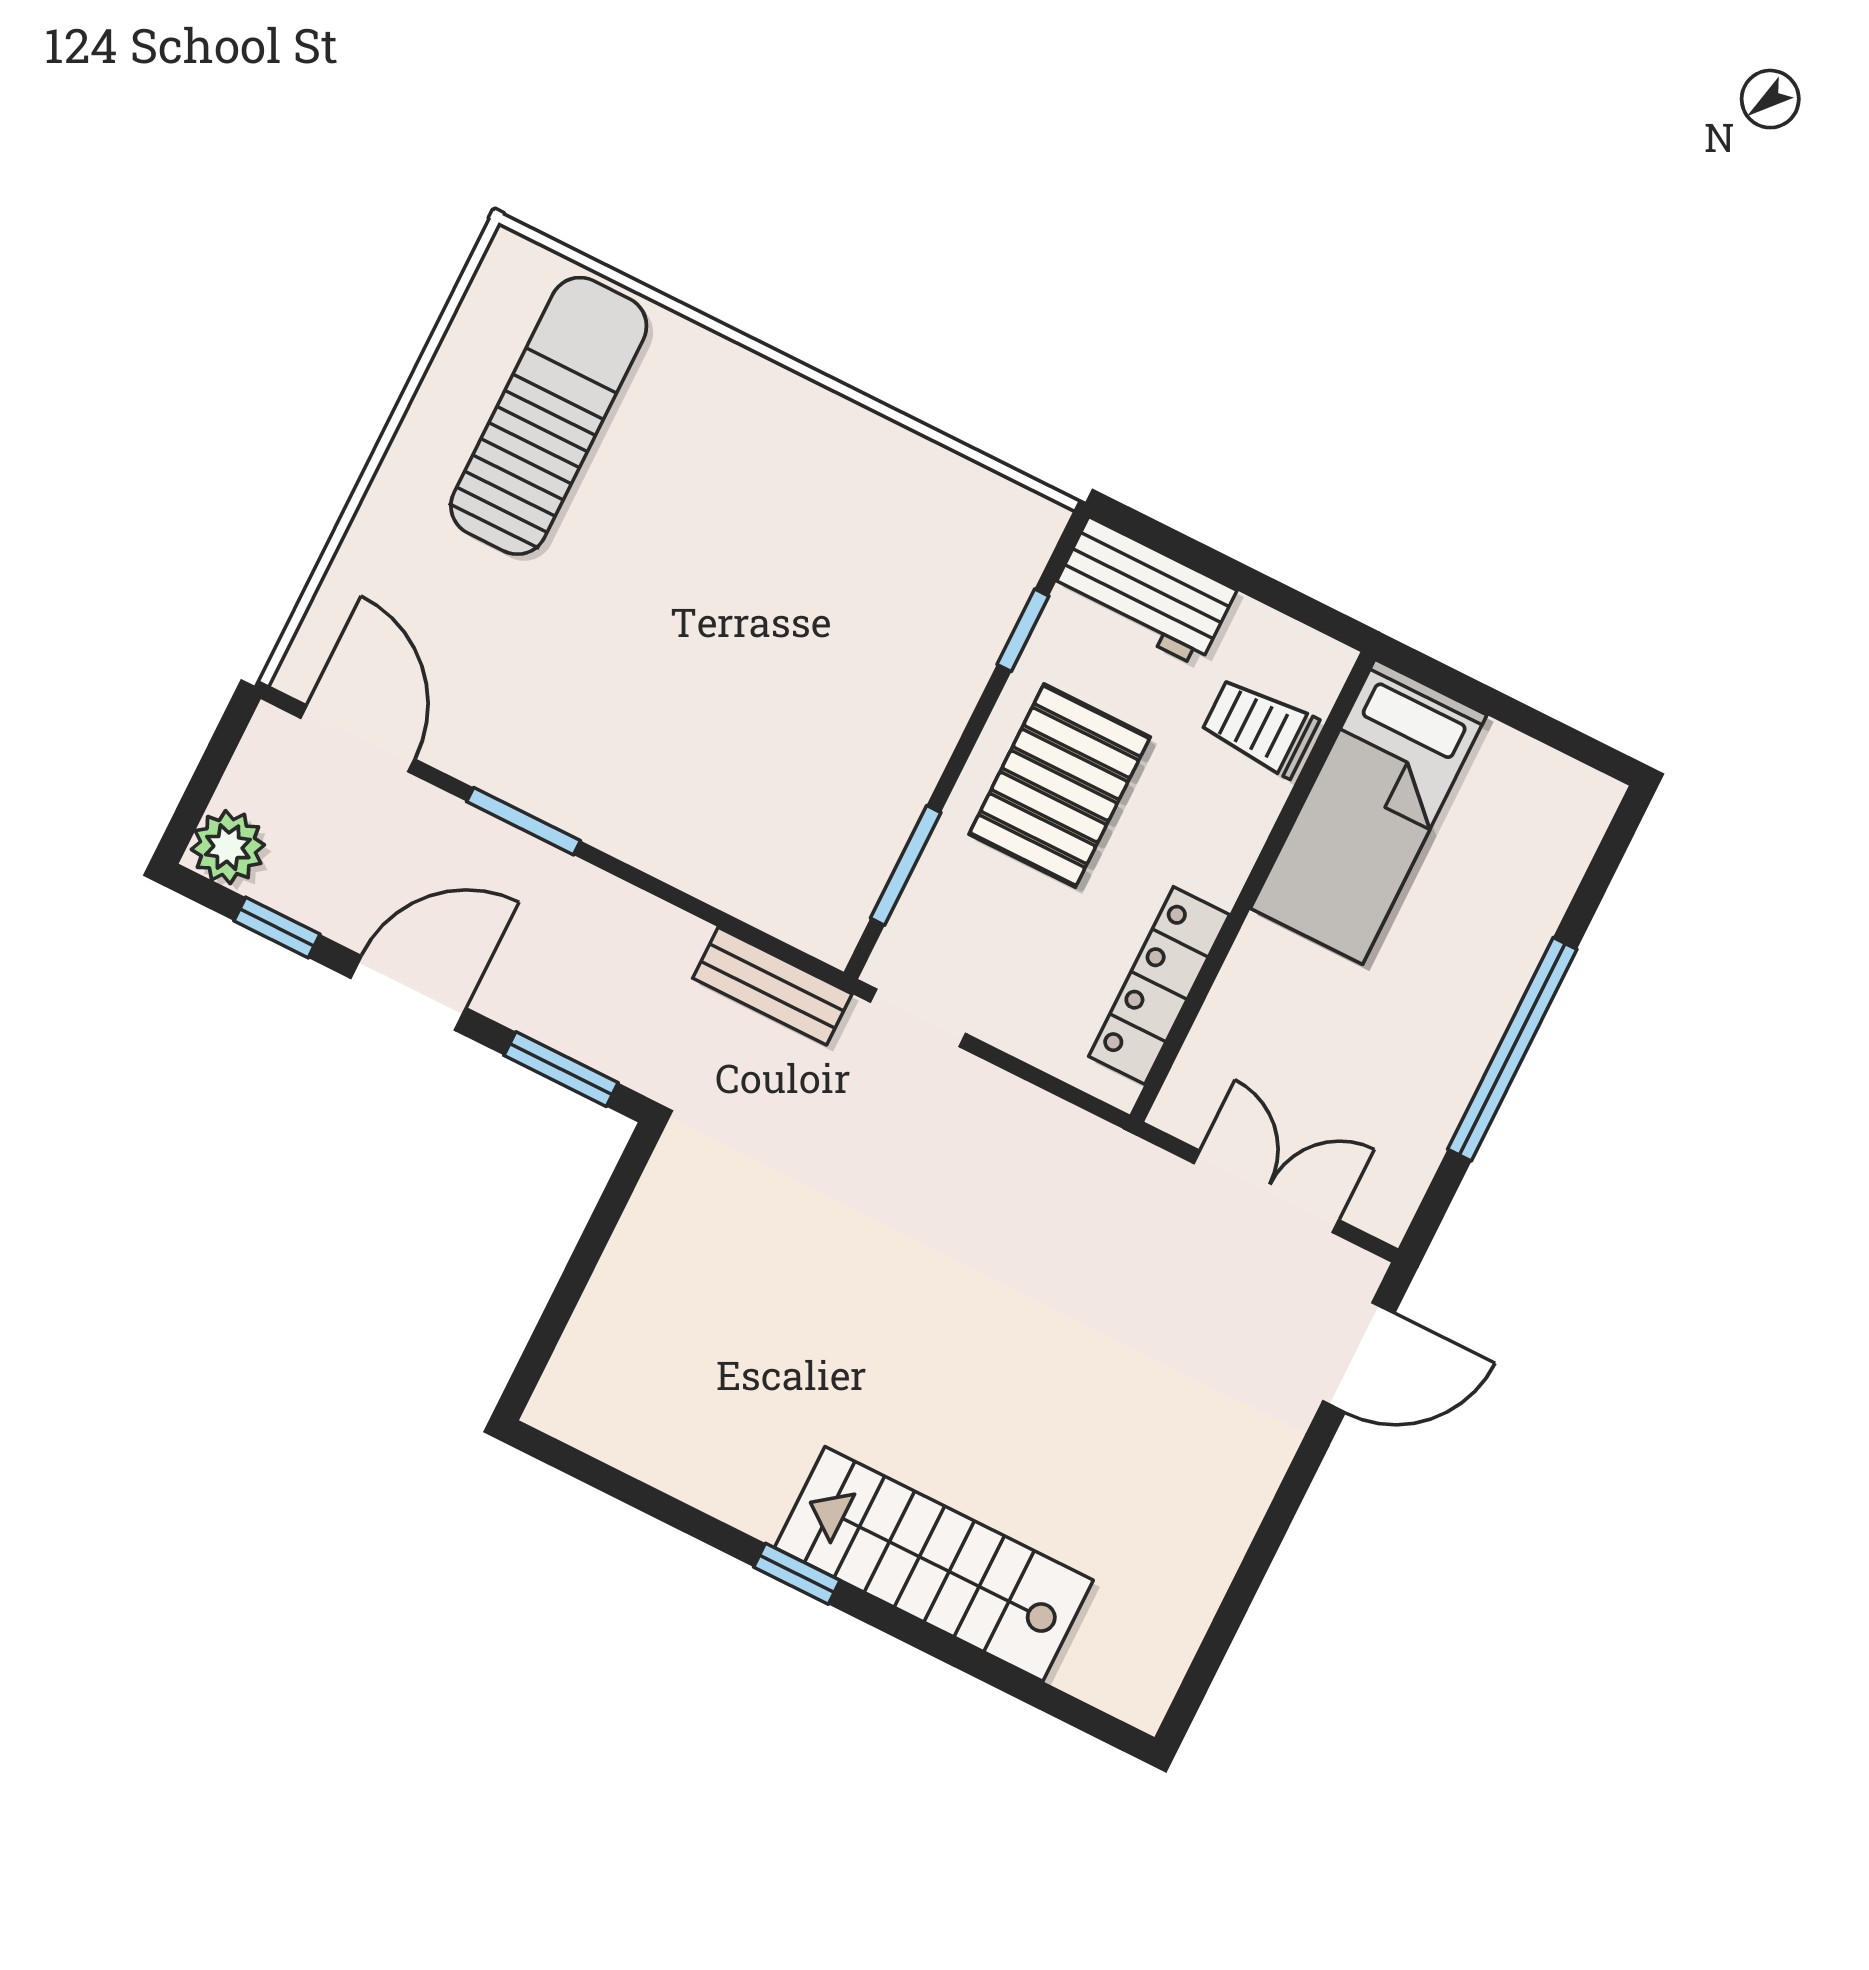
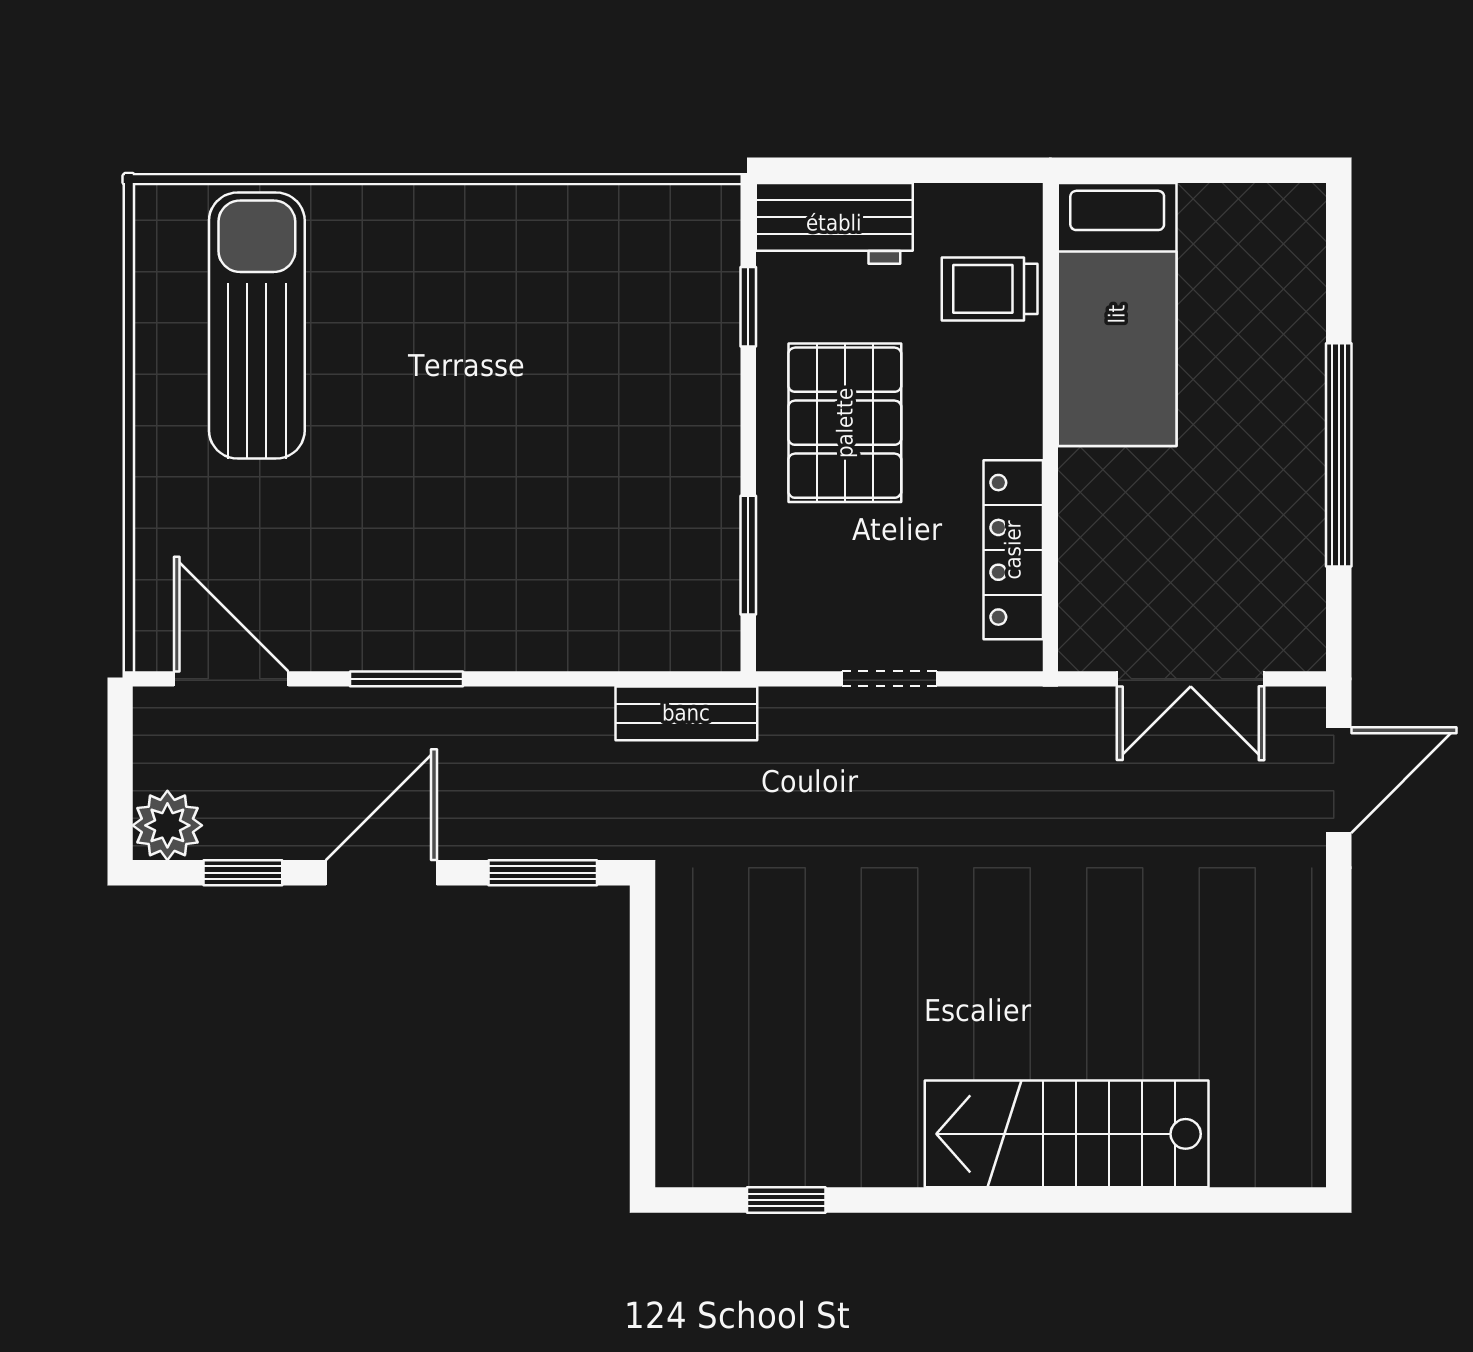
doorway: (918, 1018) -> (889, 679), moved
double door: (1266, 1191) -> (1191, 679), swing flipped
window: (797, 1574) -> (786, 1200), moved

